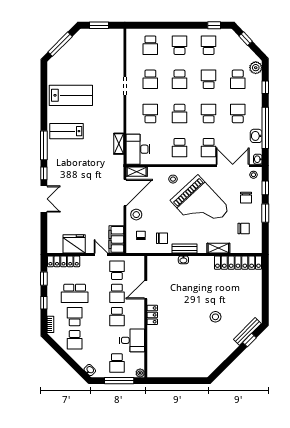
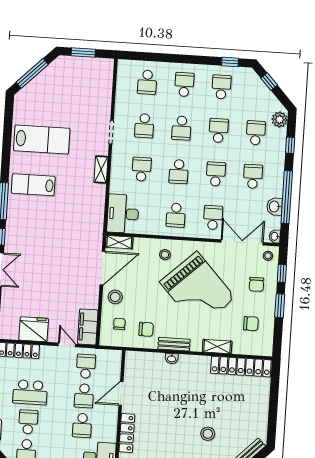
school desk: (238, 79) -> (256, 133), turned 180
shelving: (119, 144) -> (101, 169), moved
school desk: (209, 148) -> (213, 218), turned 180
locker: (152, 315) -> (127, 433), width x1.53

